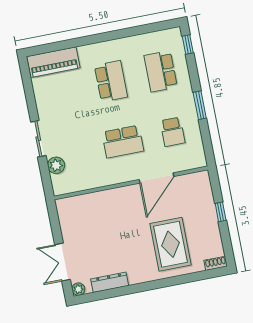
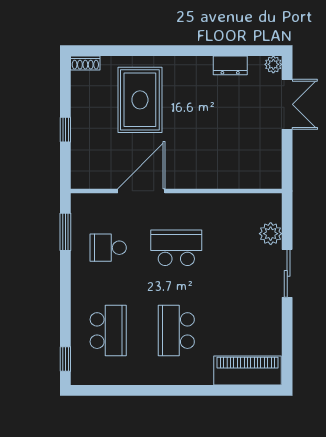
window: (200, 105) -> (65, 232), moved
school desk: (173, 132) -> (108, 248), turned -90
dresser: (110, 282) -> (230, 65), width x0.70

